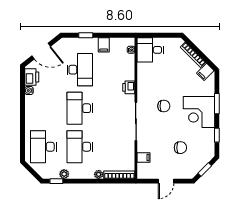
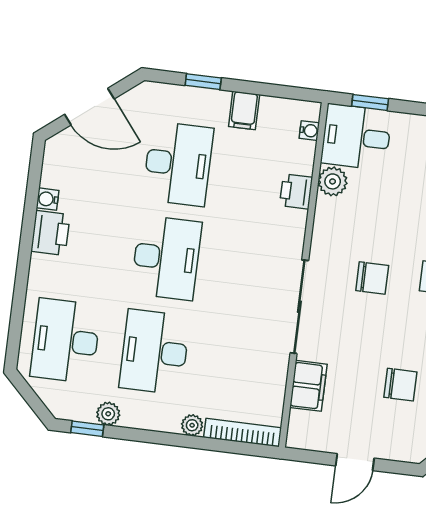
window: (154, 35) -> (370, 102), added
plant: (143, 69) -> (333, 181), added
printer: (32, 77) -> (50, 233), moved
printer: (129, 87) -> (296, 191), moved
desk: (80, 108) -> (166, 258), turned 180
filing cabinet: (143, 158) -> (308, 386), width x2.00

